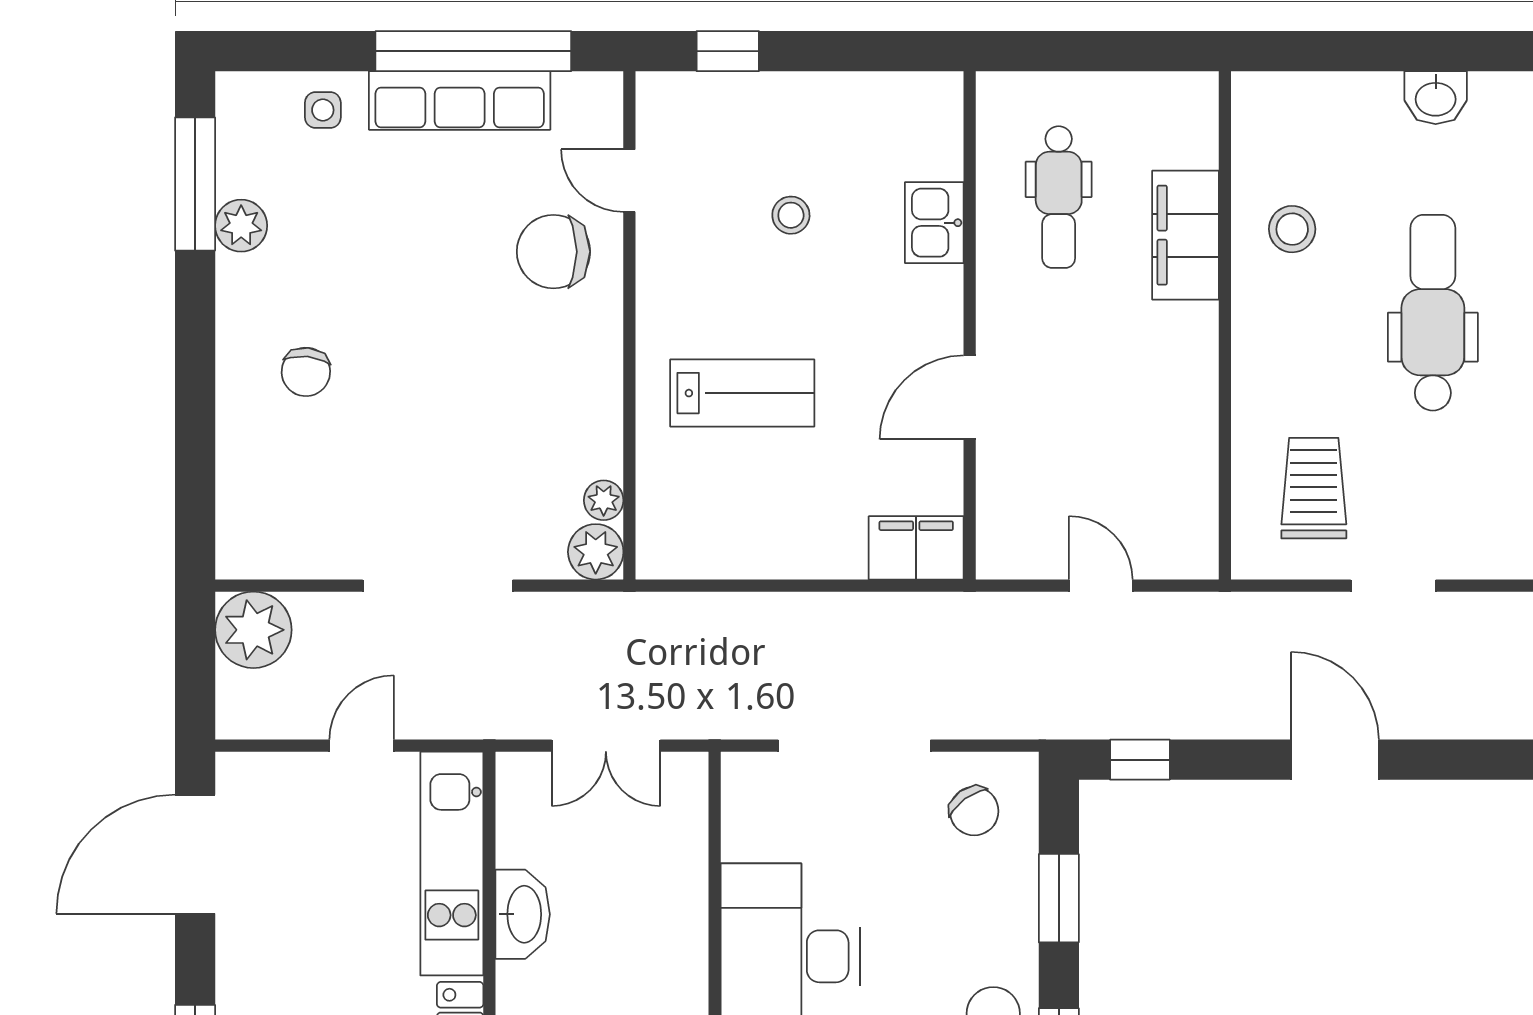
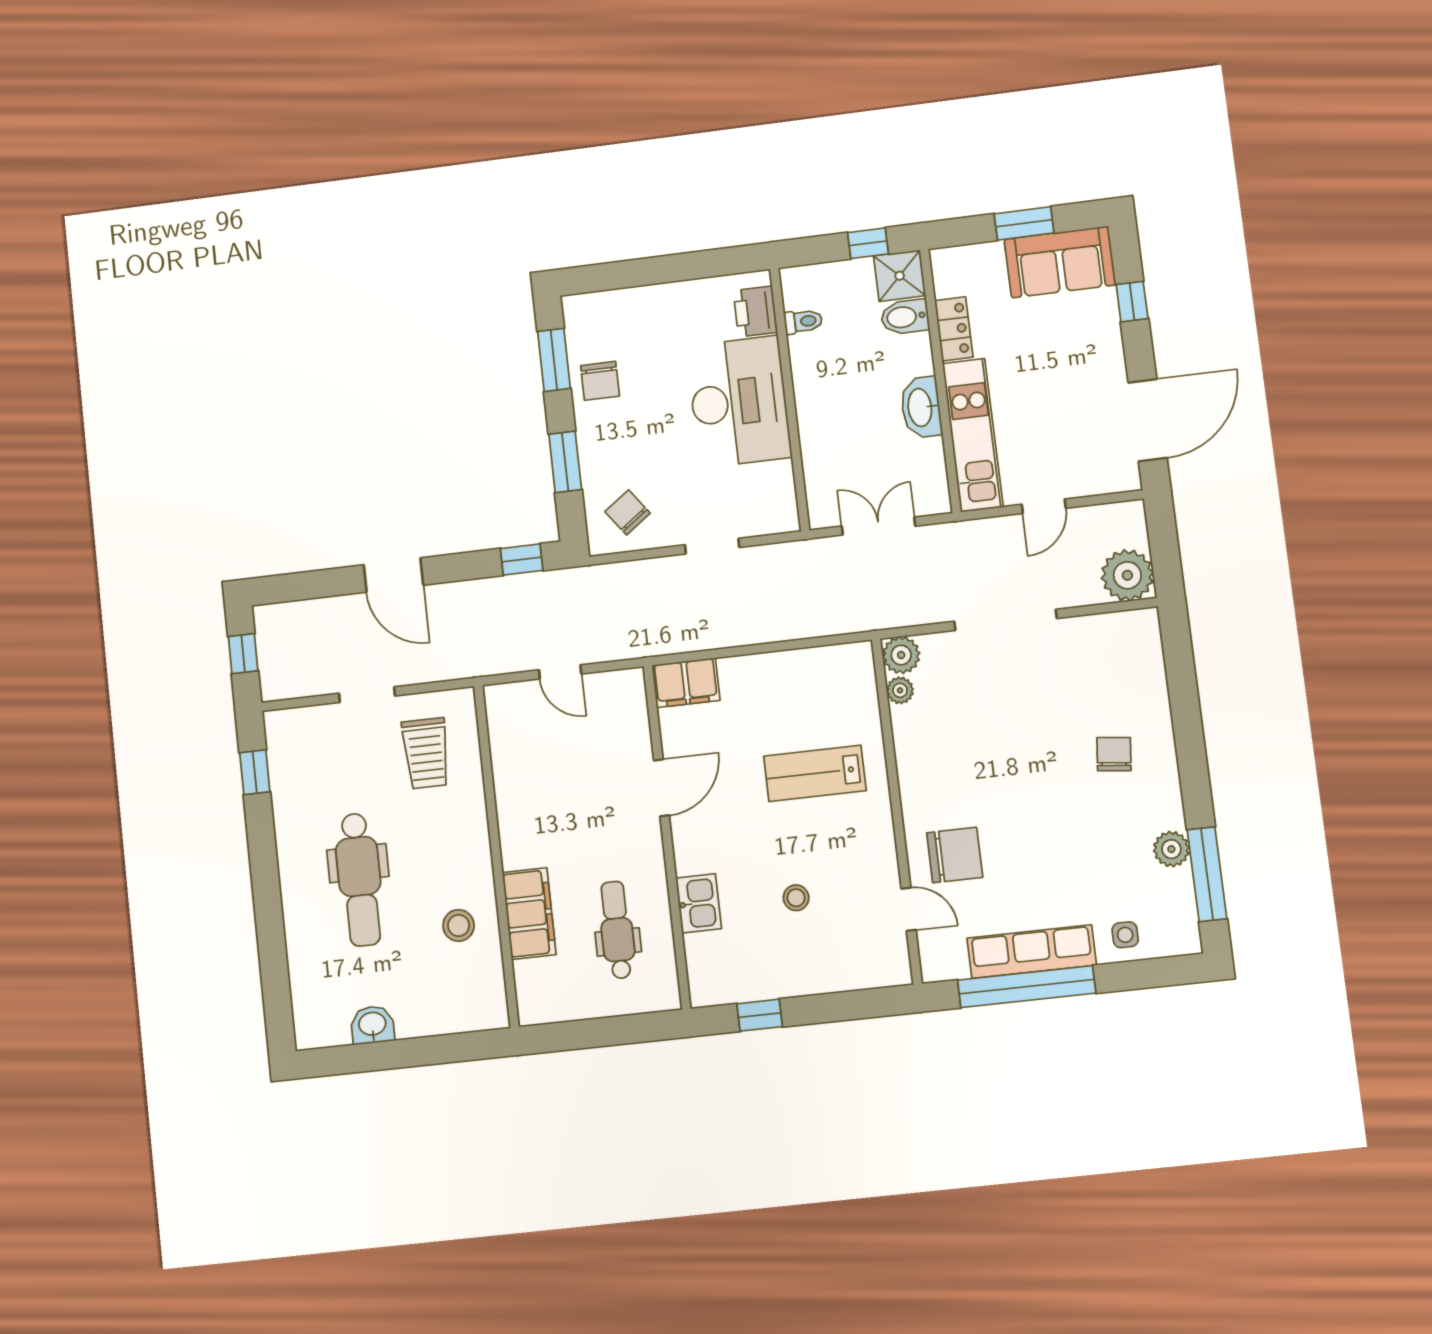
window: (728, 51) -> (760, 1015), moved
doorway: (854, 746) -> (712, 546), width x0.53

